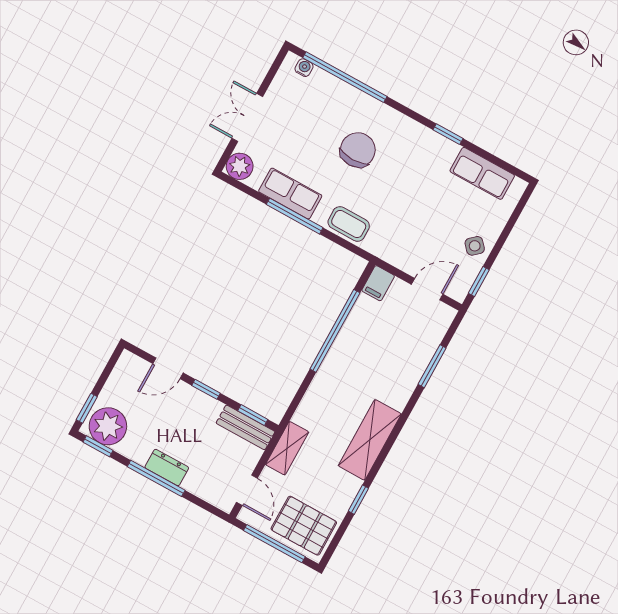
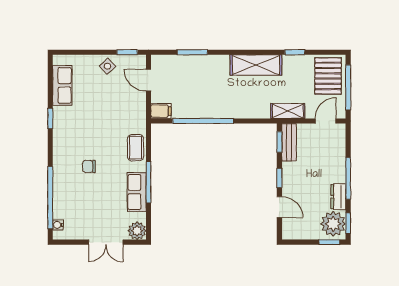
chair: (358, 150) -> (89, 166), width x0.54, depth x0.54
dresser: (167, 467) -> (338, 197), moved

